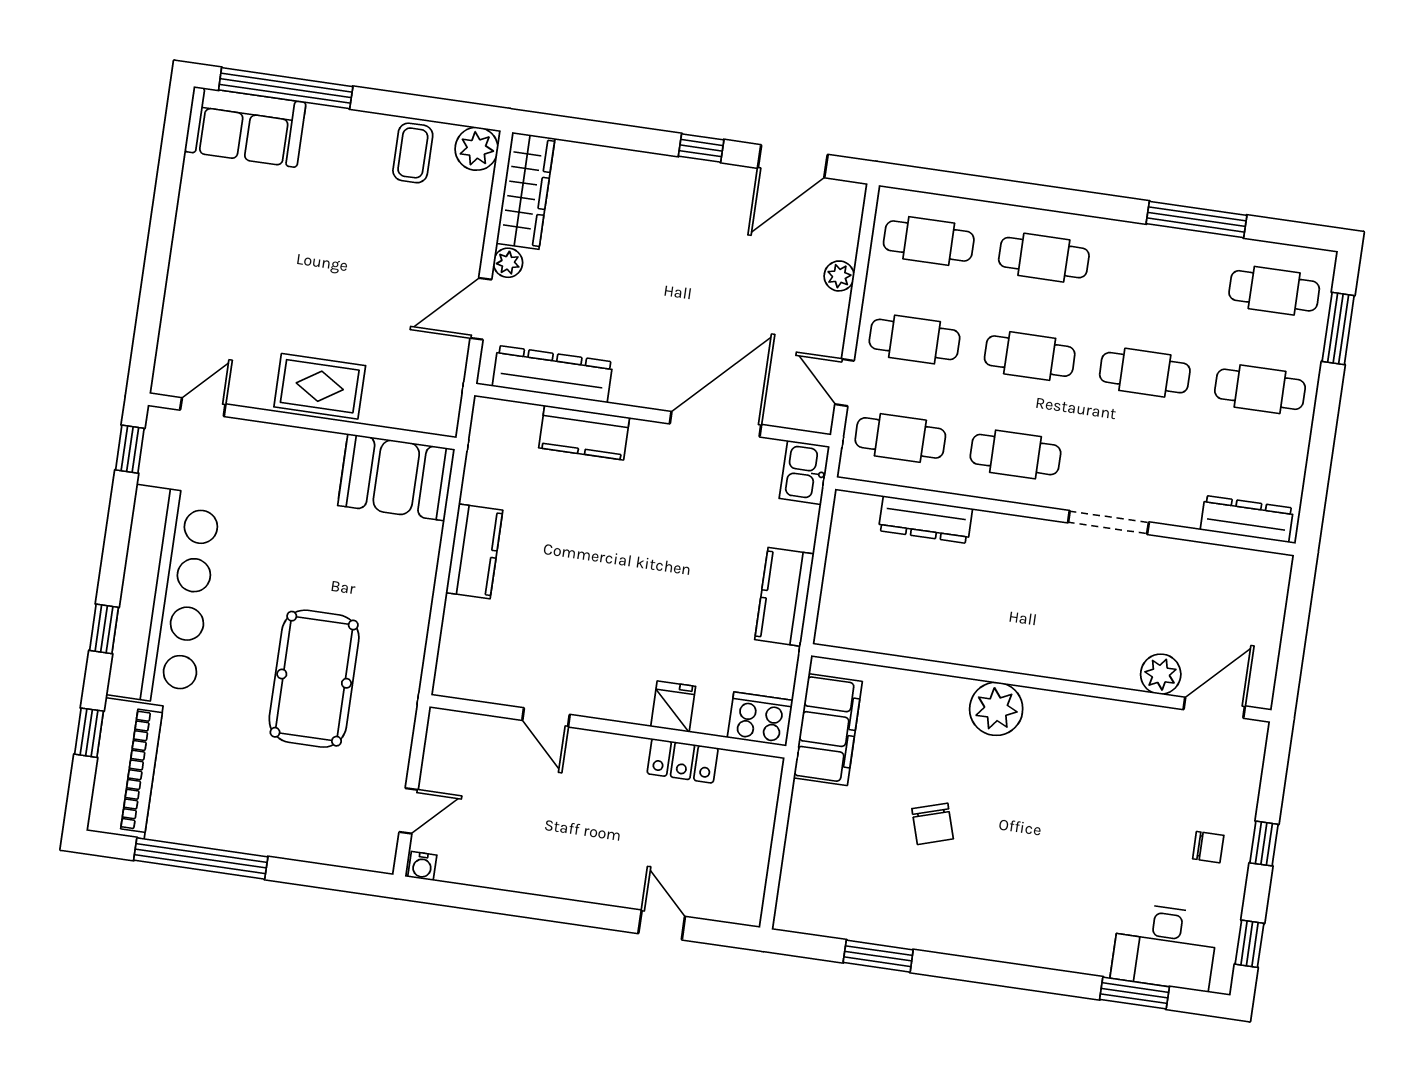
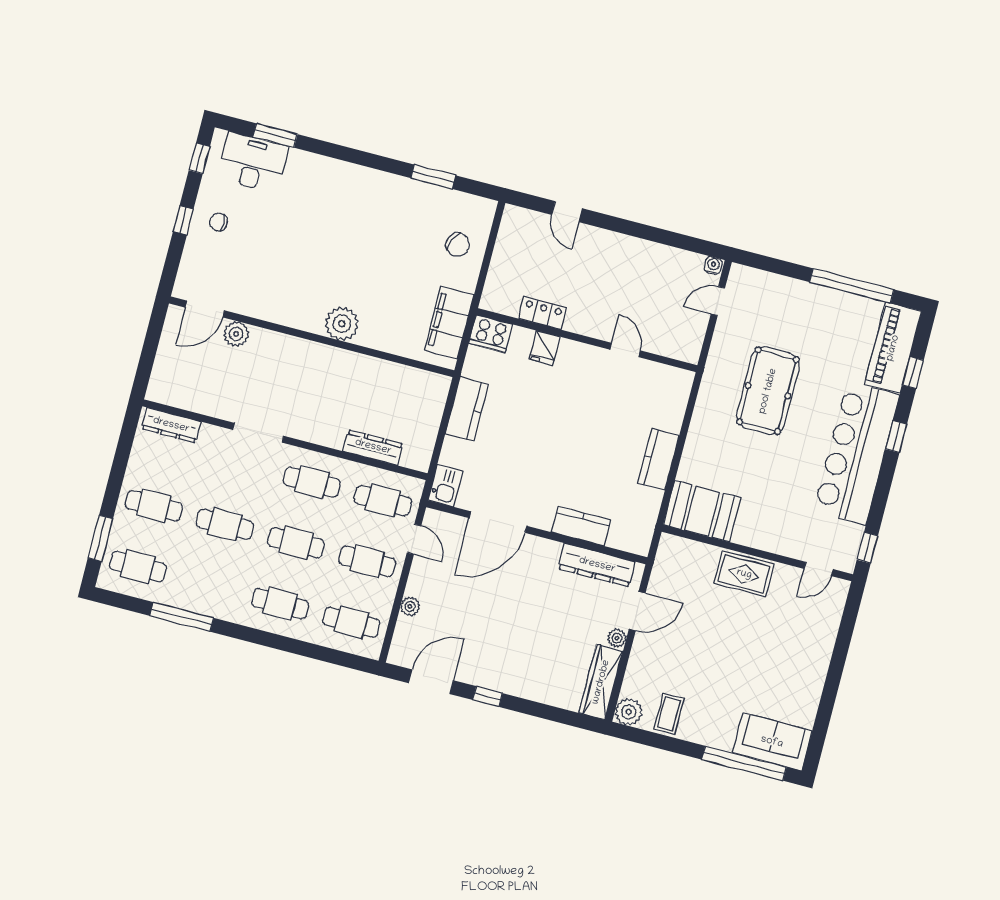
chair: (933, 824) -> (458, 245), moved, turned 131

